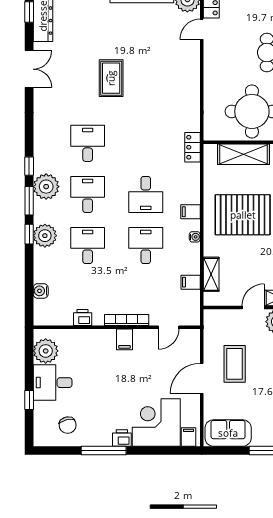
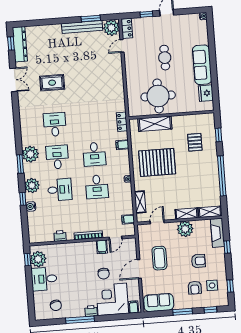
rug: (111, 78) -> (52, 83), moved, turned 90
window: (29, 166) -> (18, 142), removed
filing cabinet: (190, 212) -> (122, 145), moved
window: (29, 234) -> (23, 199), moved
desk: (88, 245) -> (60, 190), turned 90
desk: (146, 245) -> (97, 187), turned 180
filing cabinet: (191, 282) -> (128, 219), moved
water cooler: (41, 291) -> (31, 206), moved
door: (253, 307) -> (157, 222), moved
filing cabinet: (124, 339) -> (102, 247), moved
chair: (146, 381) -> (104, 274), added
window: (29, 400) -> (28, 260), moved

